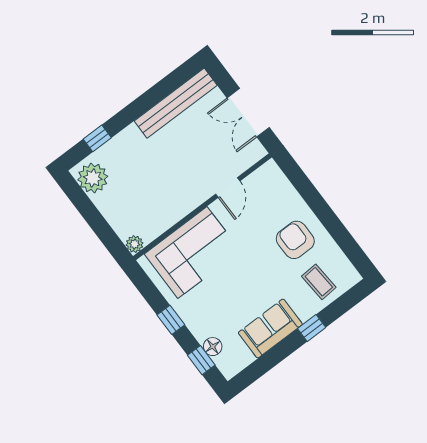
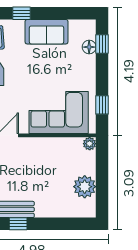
window: (97, 138) -> (18, 224), moved
plant: (93, 178) -> (85, 187), moved
window: (171, 320) -> (102, 105), moved

